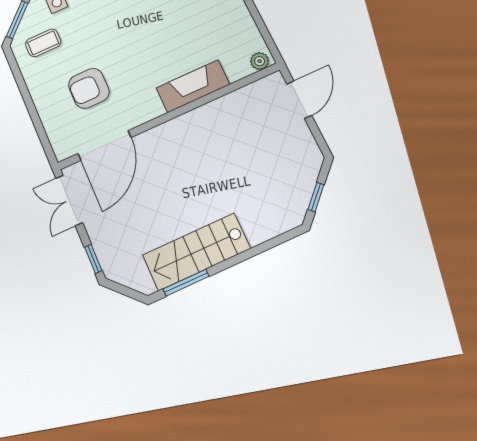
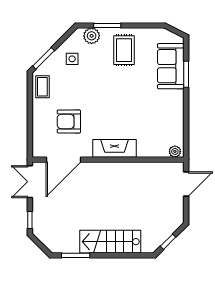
coffee table: (43, 43) -> (42, 87), moved, turned 90
fireplace: (193, 86) -> (114, 148), moved
stairs: (196, 252) -> (110, 242), moved

